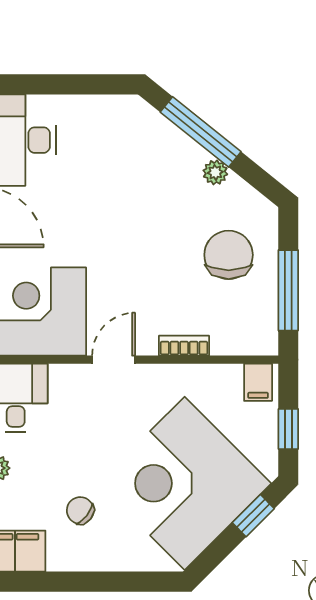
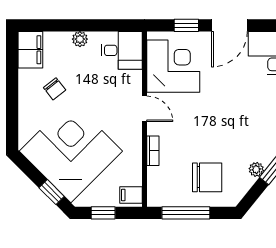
chair: (80, 510) -> (55, 89), turned 104

